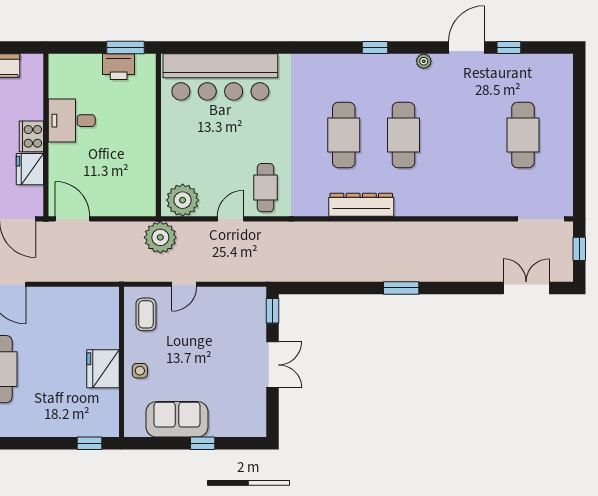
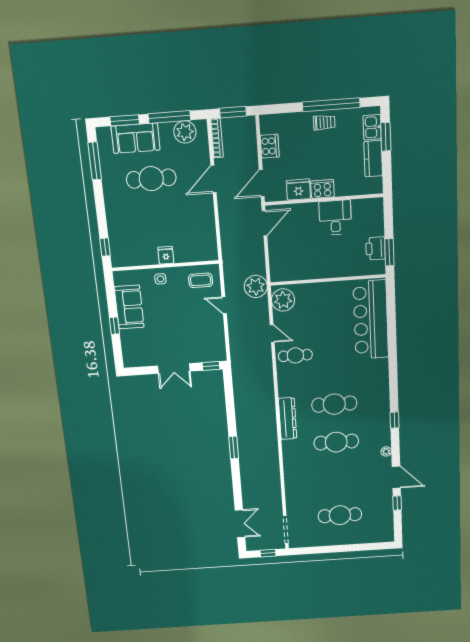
fridge: (103, 369) -> (166, 255), width x0.53, depth x0.75

